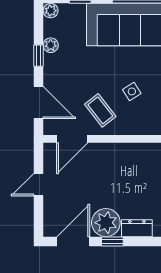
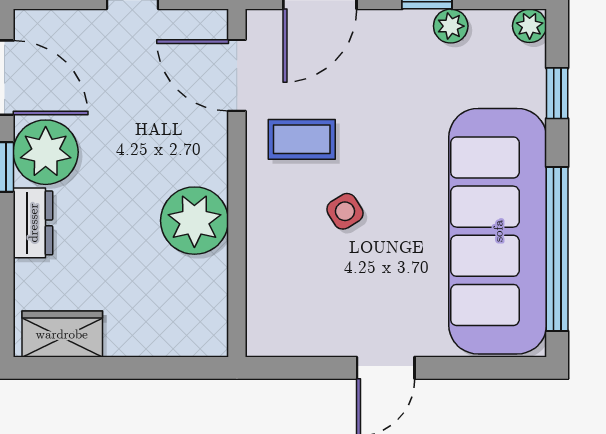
coffee table: (100, 110) -> (302, 139), turned 38
plant: (136, 157) -> (194, 221), added

